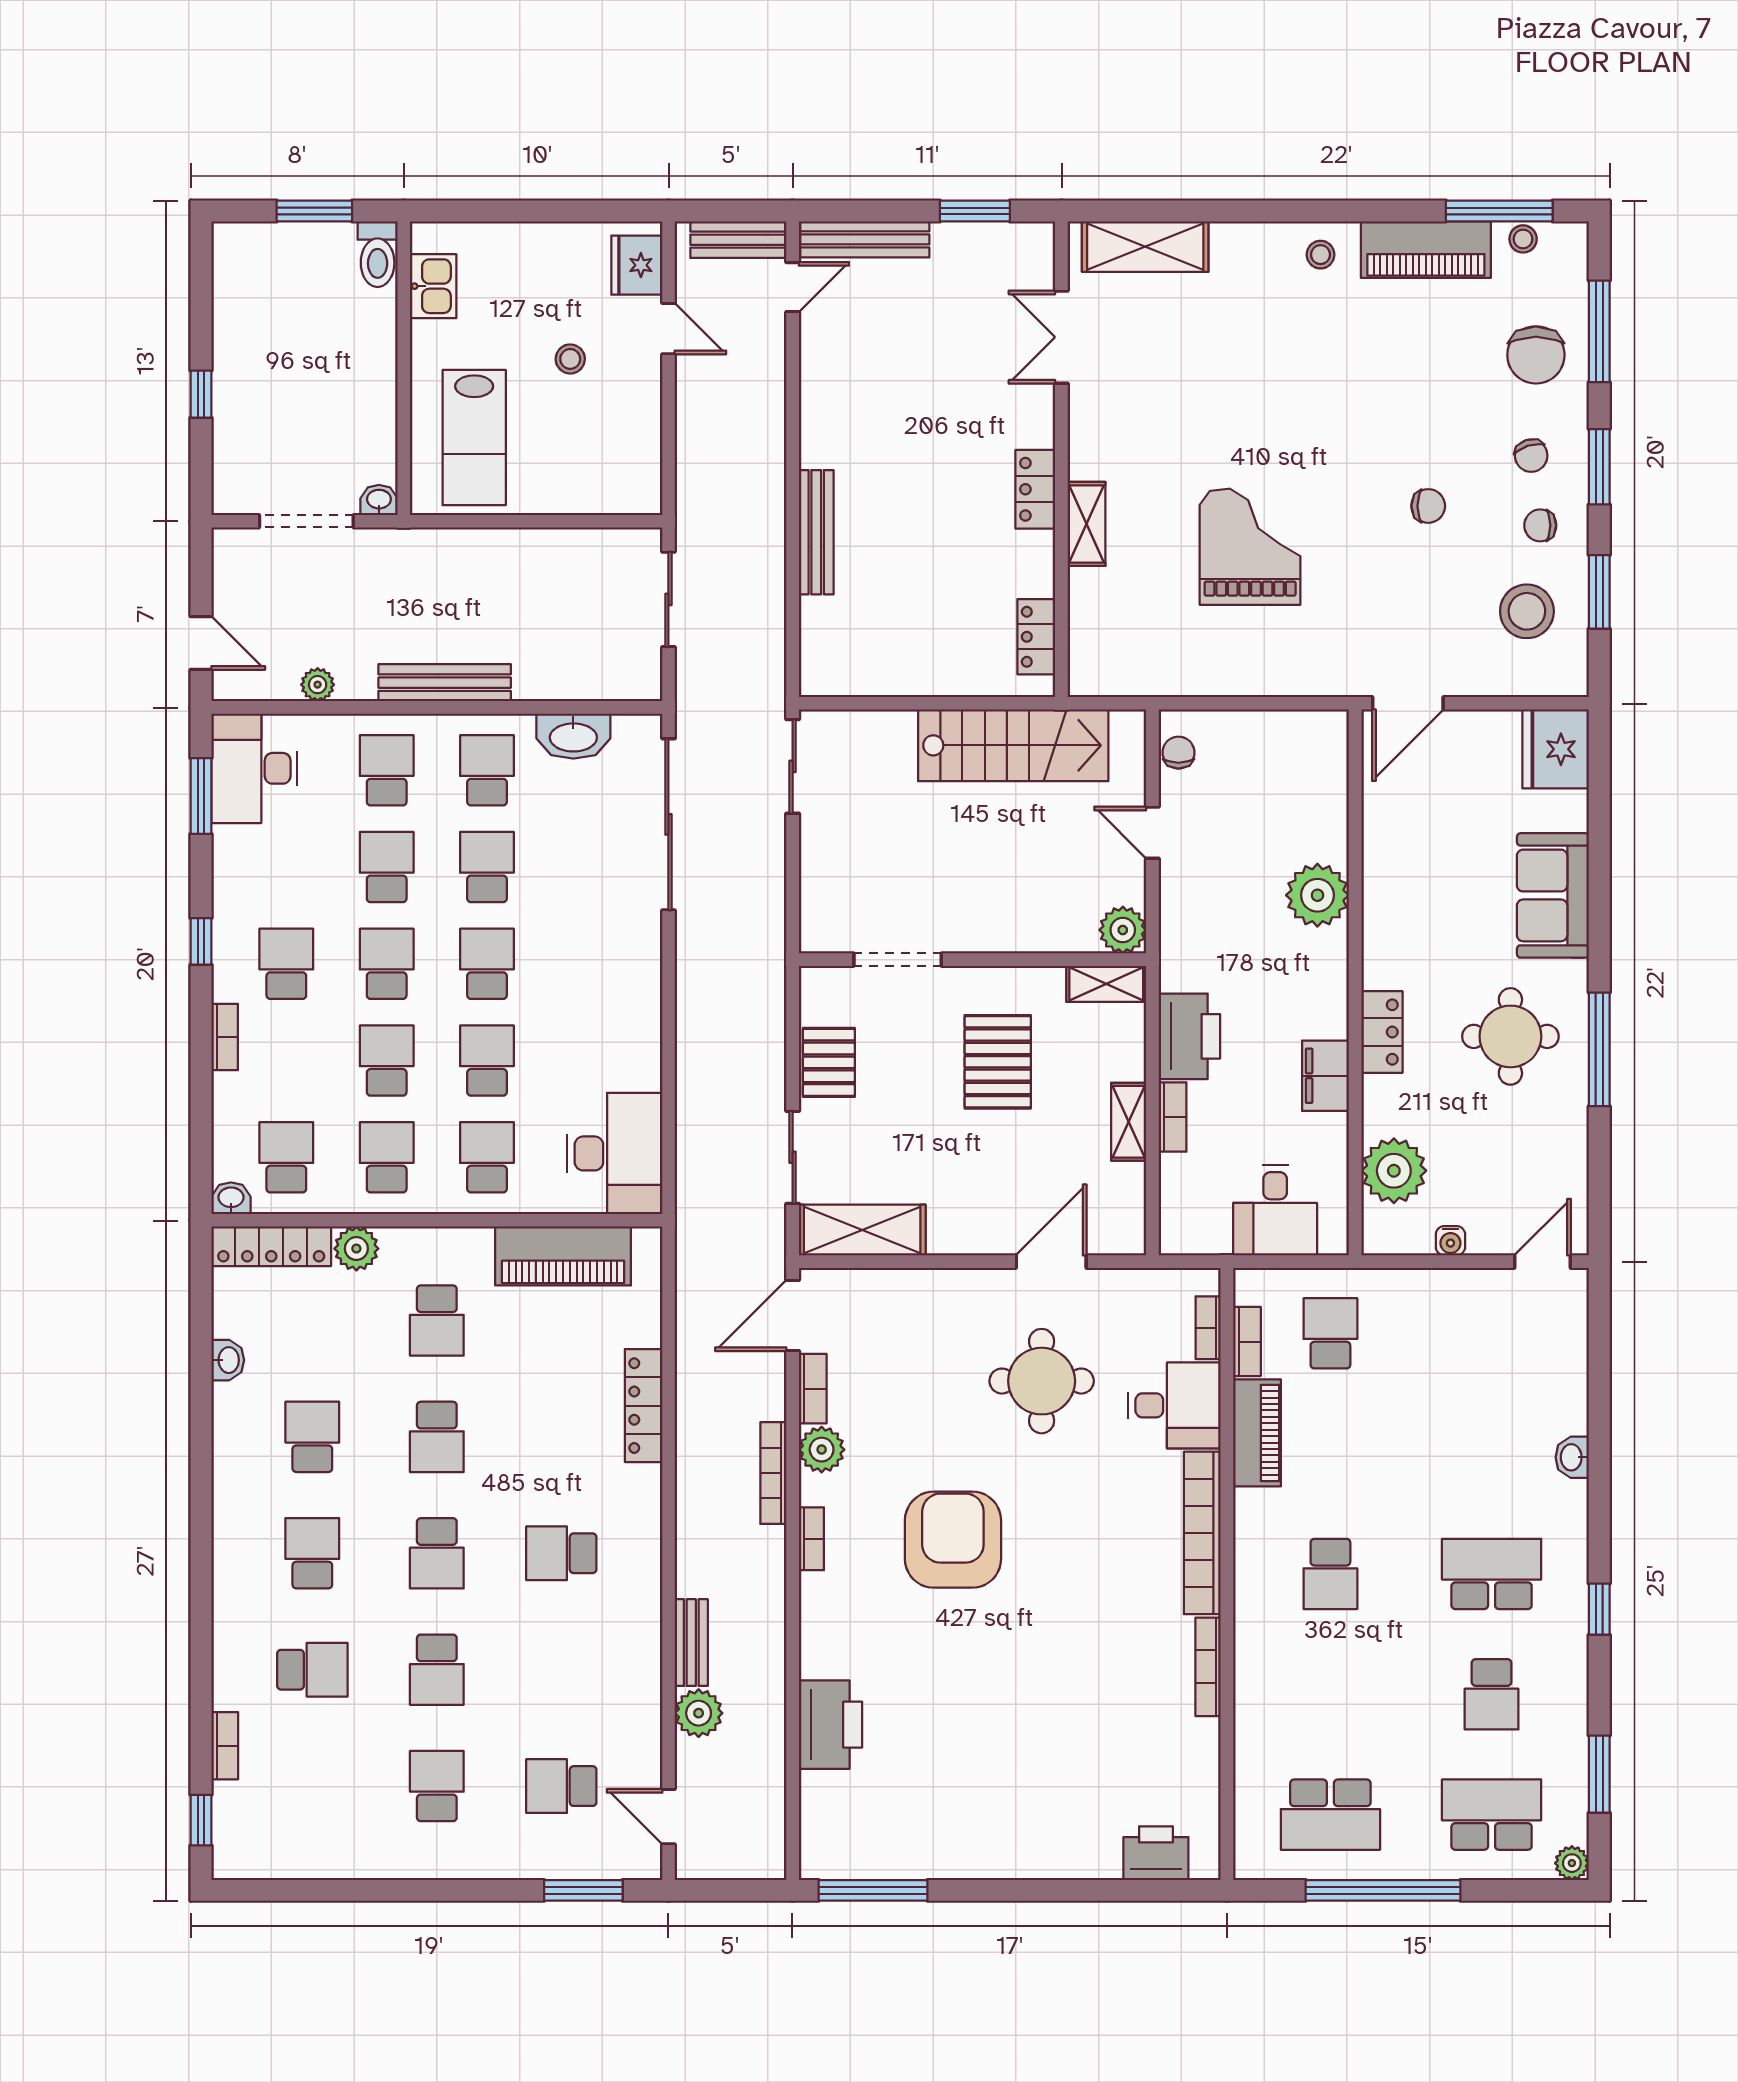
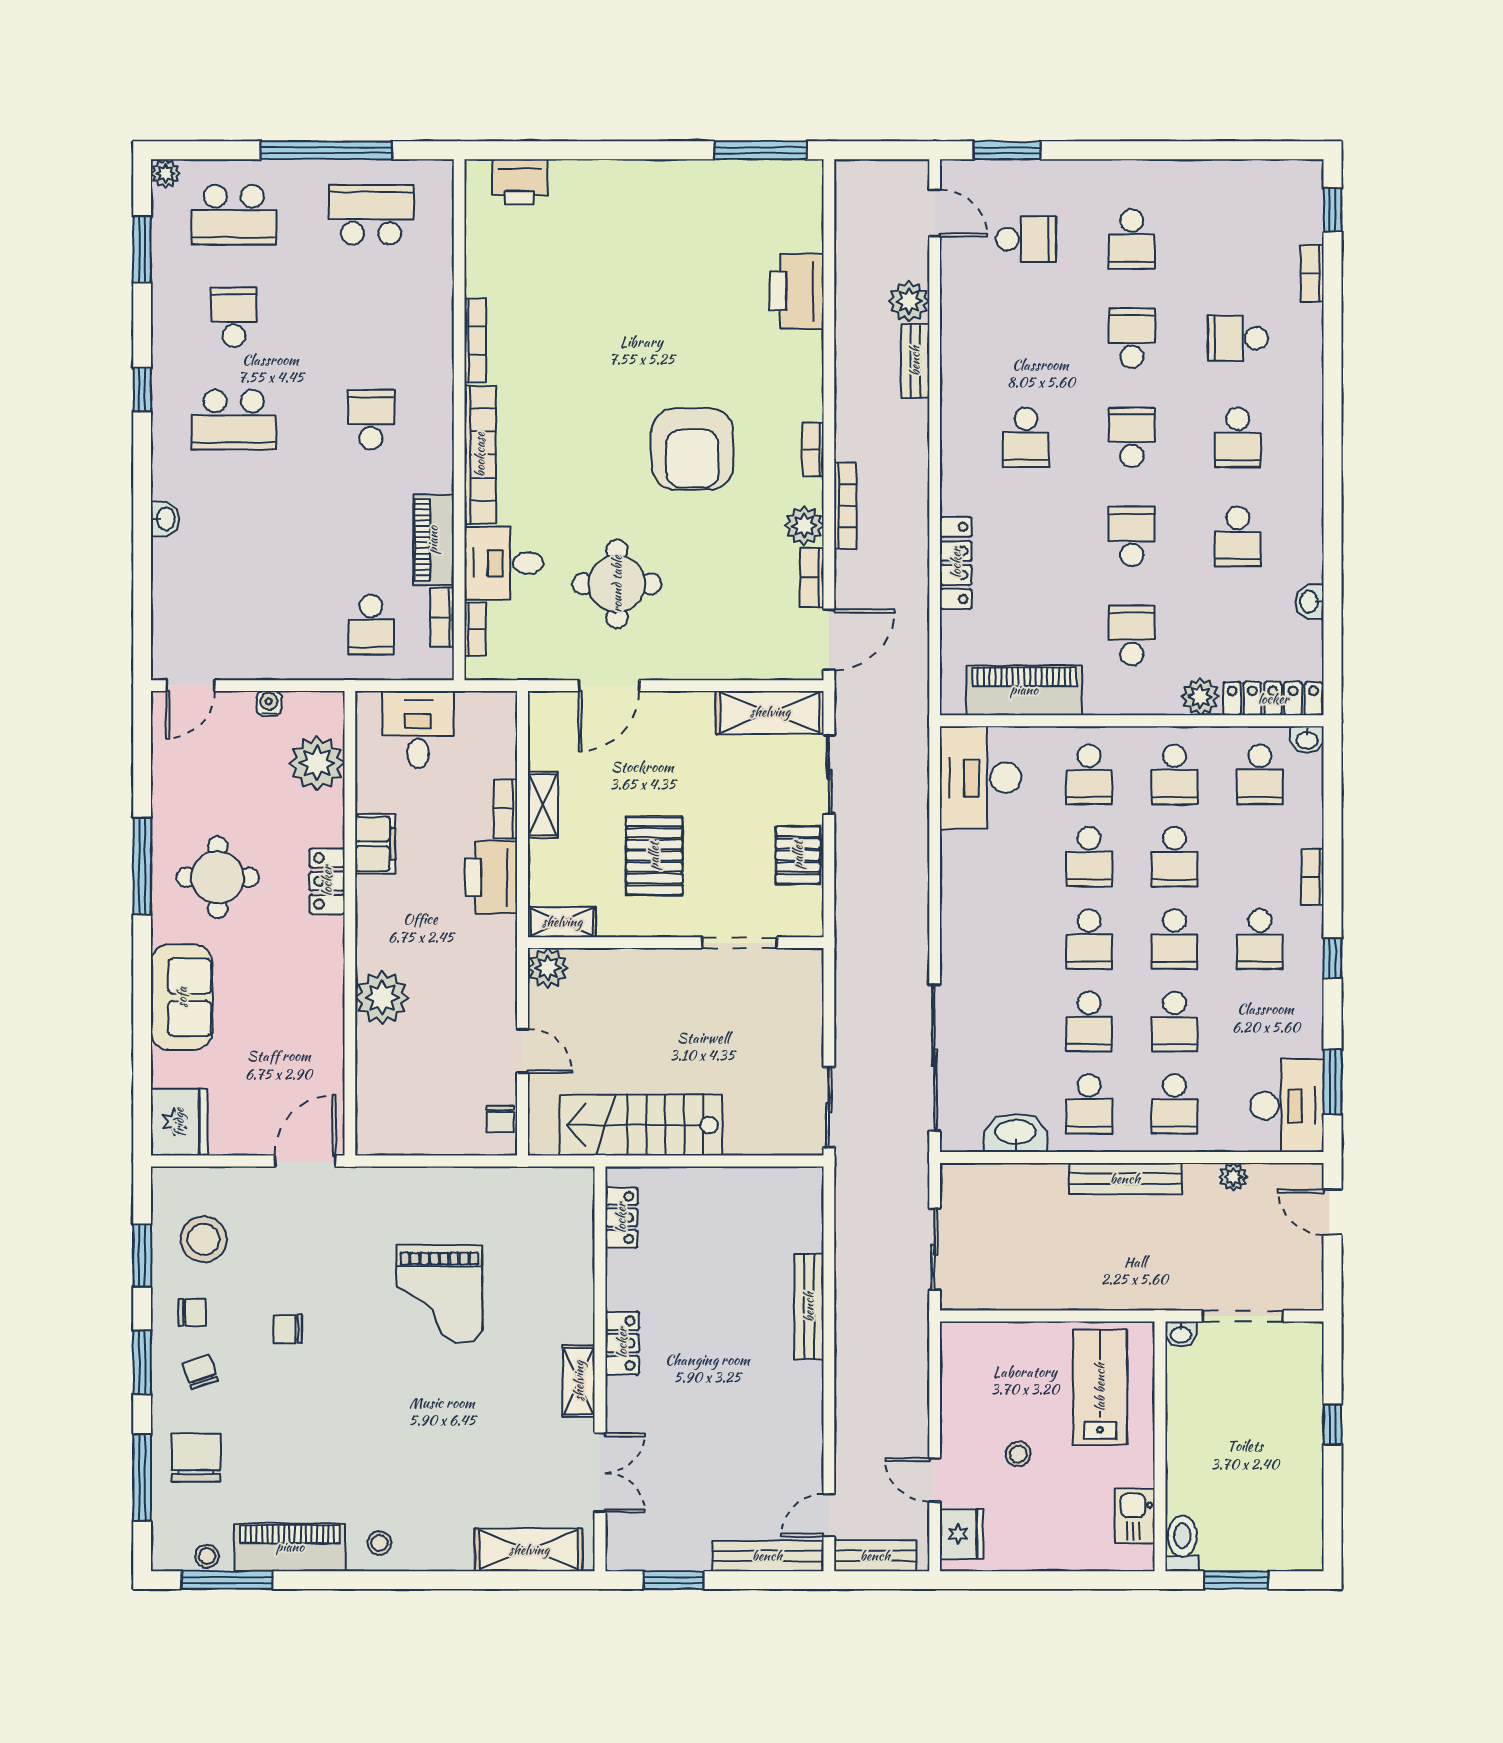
shelving: (1087, 524) -> (579, 1381), moved
school desk: (561, 1553) -> (1026, 437), turned 90

